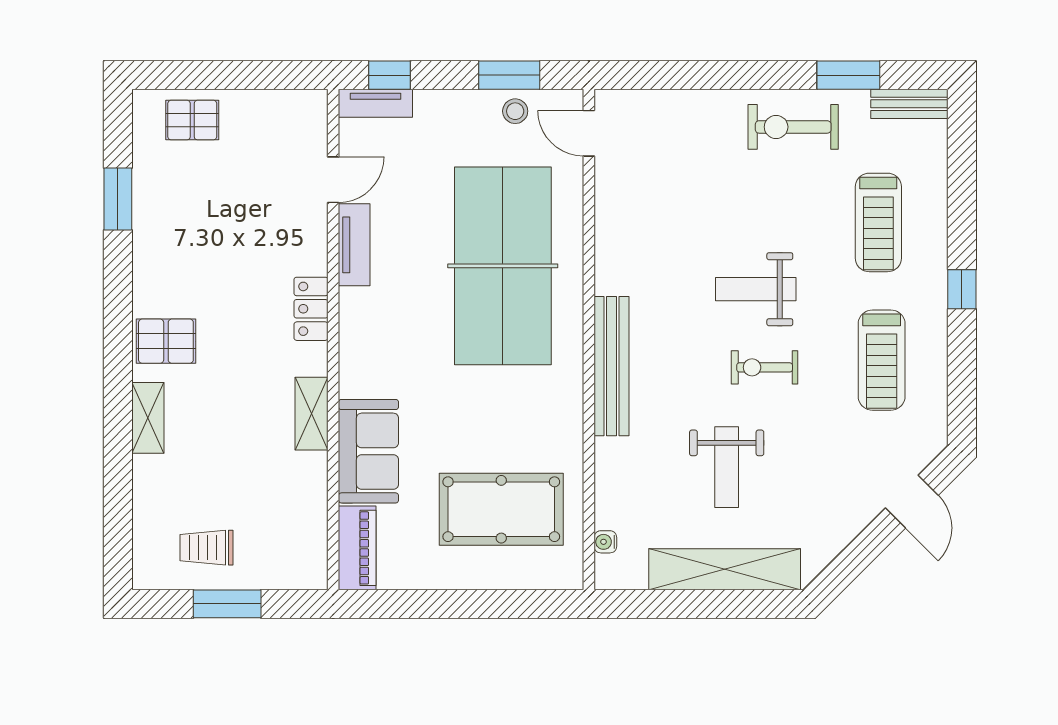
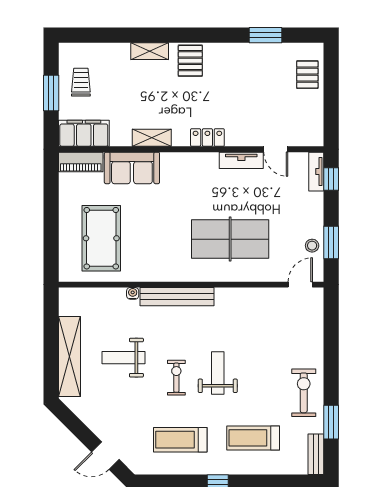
table tennis table: (503, 266) -> (230, 239), width x0.73, depth x0.76
filing cabinet: (303, 542) -> (84, 133), added
water cooler: (605, 542) -> (133, 293), moved

